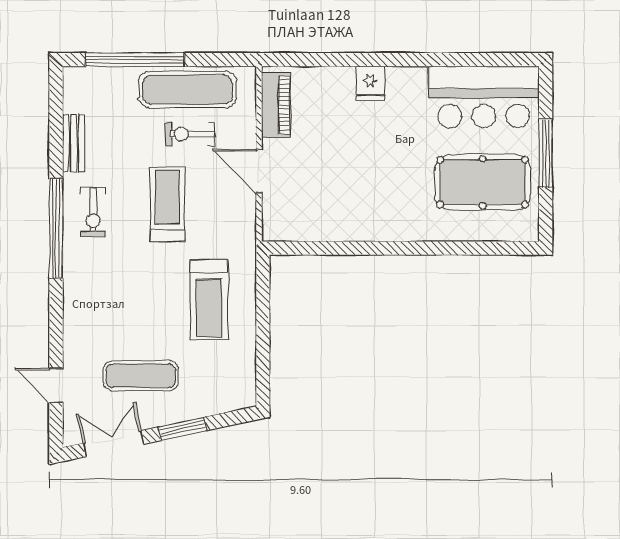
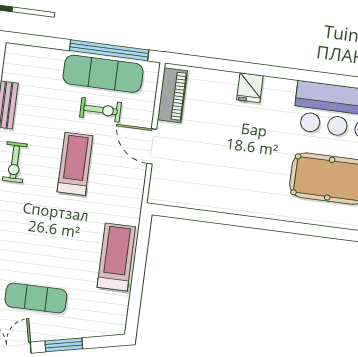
window: (135, 60) -> (109, 50), moved
exercise bike: (190, 134) -> (101, 110), turned 180
treadmill: (209, 300) -> (116, 257), moved, turned 180

